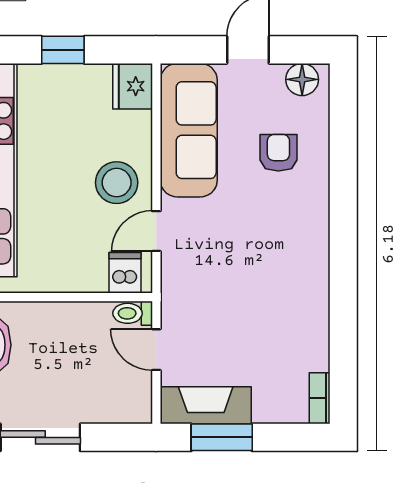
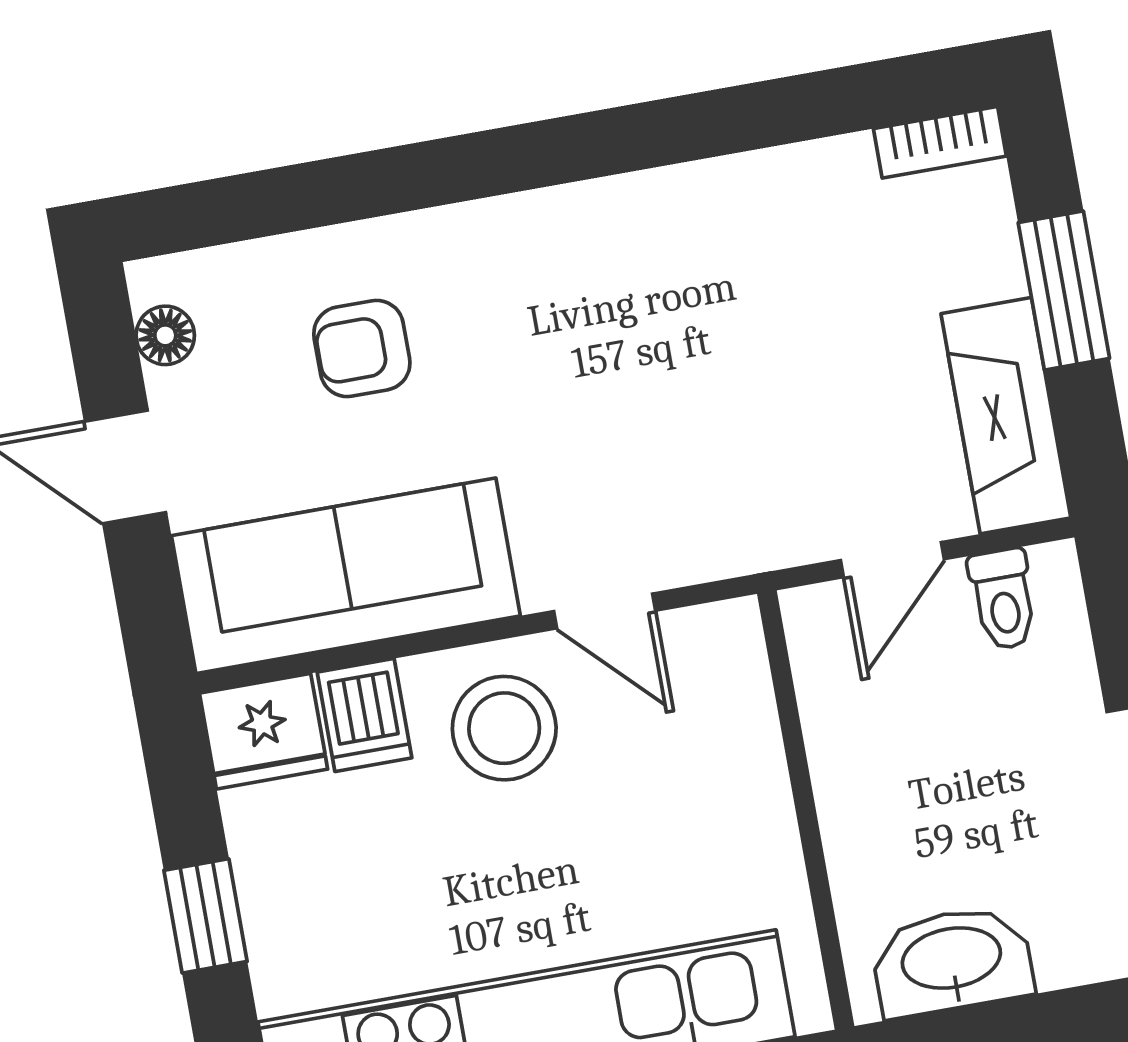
floor lamp: (302, 79) -> (165, 335), width x0.73, depth x0.73
dishwasher: (125, 273) -> (365, 715), moved, turned -90
toilet: (133, 313) -> (1003, 599), moved
window: (222, 437) -> (1064, 291), moved

